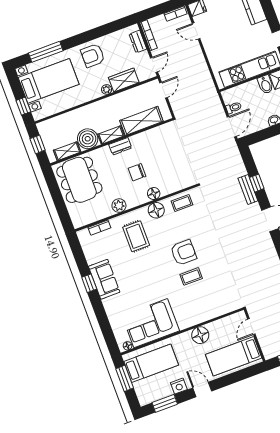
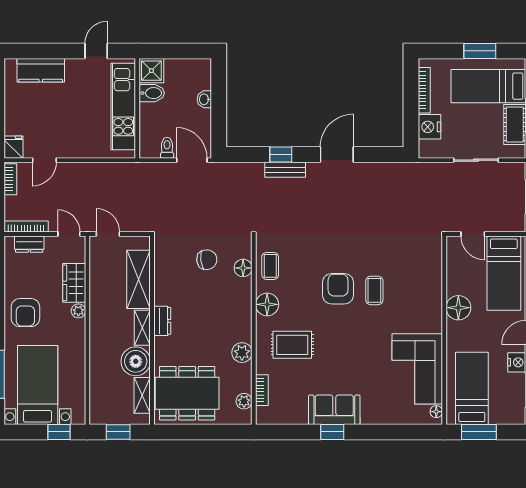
chair: (137, 172) -> (207, 260), moved, turned -97
floor lamp: (154, 194) -> (243, 268), moved
plant: (88, 219) -> (244, 401), added

